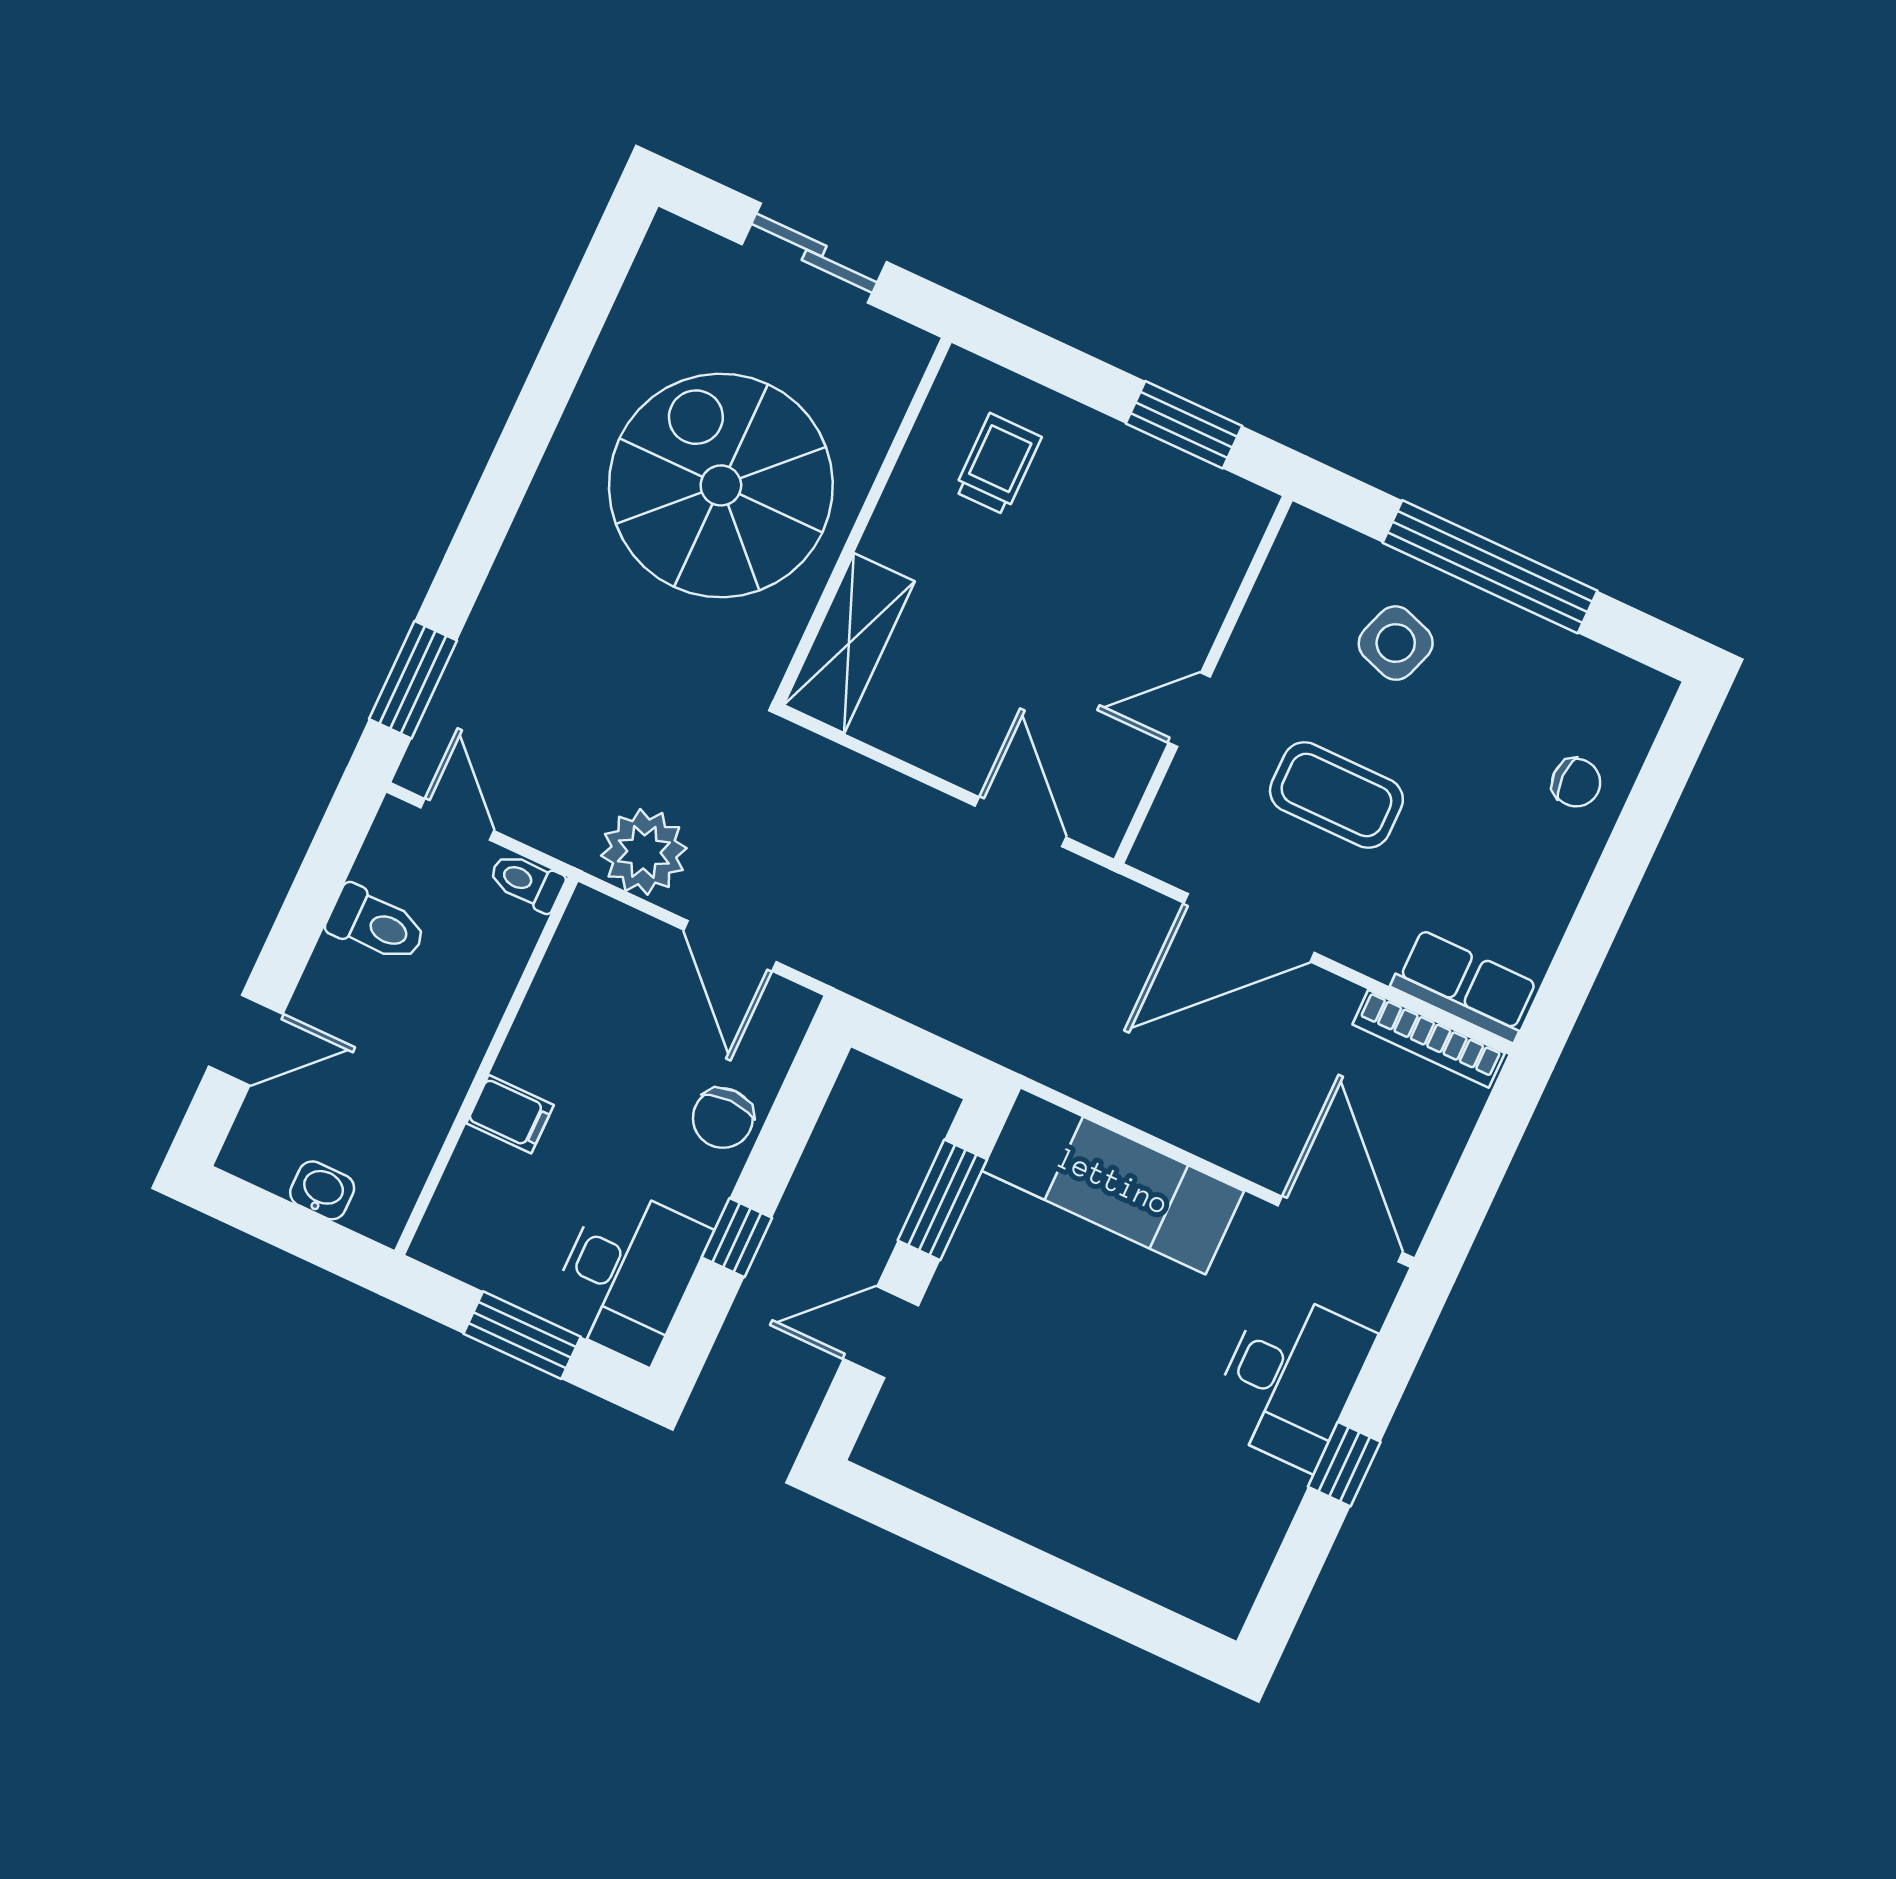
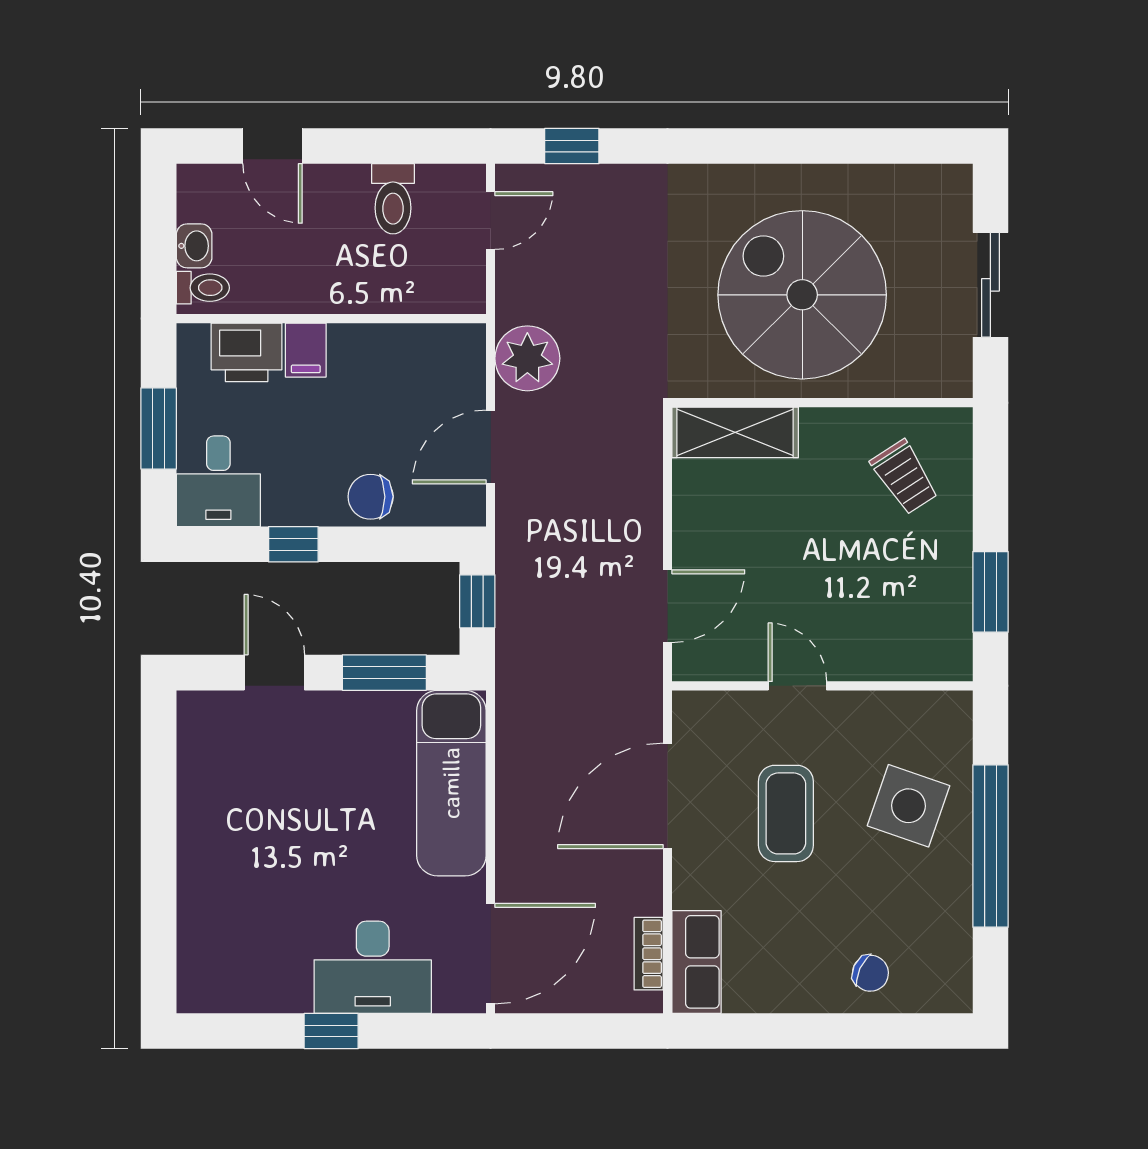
trolley: (998, 464) -> (905, 477), turned 57
spiral stairs: (721, 485) -> (802, 295), turned -90
side table: (1396, 643) -> (908, 806), width x1.37, depth x1.37
window: (413, 680) -> (572, 146), width x0.67
chair: (1576, 783) -> (870, 973), turned -65
toilet: (527, 882) -> (203, 288), moved, turned 90
door: (1249, 928) -> (667, 796), hinge flipped
bookcase: (1429, 1039) -> (649, 954), width x0.64
window: (908, 1048) -> (477, 601), added
printer: (480, 1187) -> (247, 352), added
desk: (628, 1274) -> (218, 481), width x0.73

